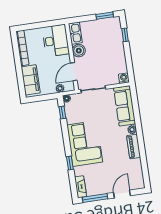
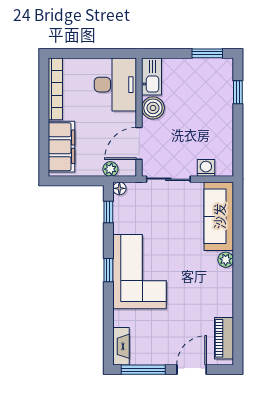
washing machine: (124, 78) -> (206, 168), moved
piano: (134, 147) -> (224, 338), moved
window: (70, 163) -> (108, 270), moved

